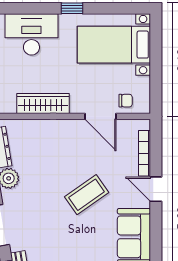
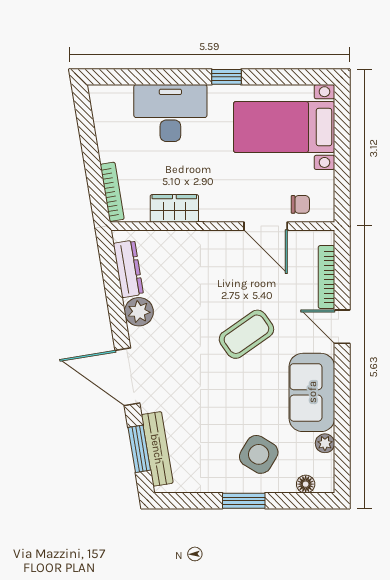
wardrobe: (43, 104) -> (174, 208), width x0.67

